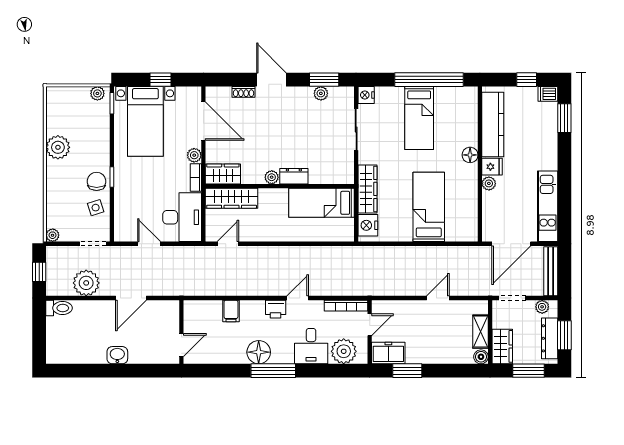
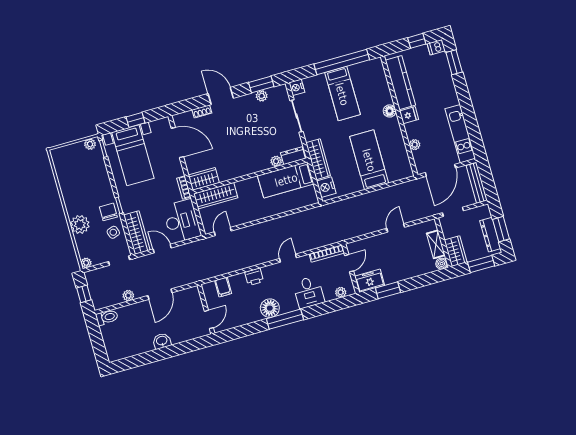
plant: (58, 147) -> (80, 224), moved
plant: (194, 155) -> (178, 171), removed
dresser: (294, 176) -> (293, 156), moved
plant: (272, 177) -> (276, 161), moved
plant: (489, 183) -> (415, 145), moved
wardrobe: (124, 216) -> (137, 233), added
plant: (86, 283) -> (128, 296), width x0.53, depth x0.53
plant: (542, 307) -> (478, 212), removed
printer: (276, 309) -> (254, 277), moved
filing cabinet: (231, 311) -> (223, 287), moved
plant: (344, 351) -> (341, 292), width x0.53, depth x0.53

